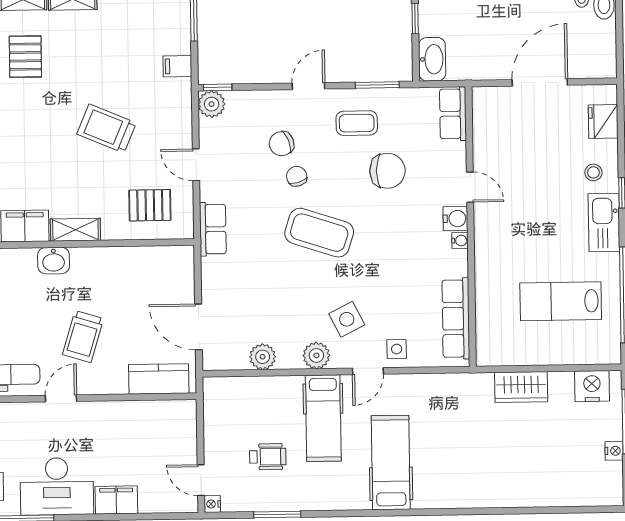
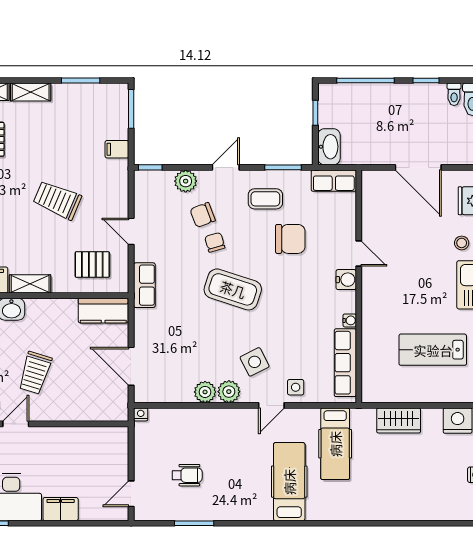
door: (540, 82) -> (418, 167), swing flipped
plant: (212, 104) -> (186, 181), moved
row of seats: (453, 114) -> (334, 181), moved, turned -90
water cooler: (460, 241) -> (350, 320), moved
plant: (263, 357) -> (205, 392), moved
kitchen counter: (159, 379) -> (103, 311), moved, turned 180
hospital bed: (323, 418) -> (335, 444), moved
door: (201, 480) -> (131, 494), hinge flipped
nightstand: (212, 504) -> (141, 414), moved, turned 90

